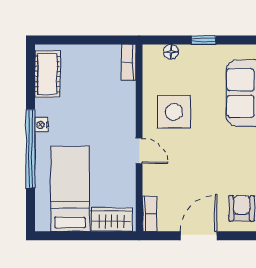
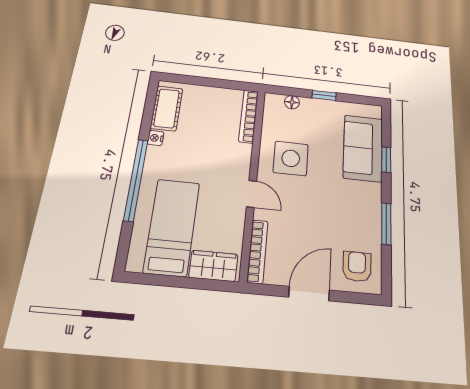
bookcase: (129, 62) -> (249, 116), width x1.56
nightstand: (42, 125) -> (156, 138), moved
bookcase: (149, 214) -> (257, 251), width x1.56

